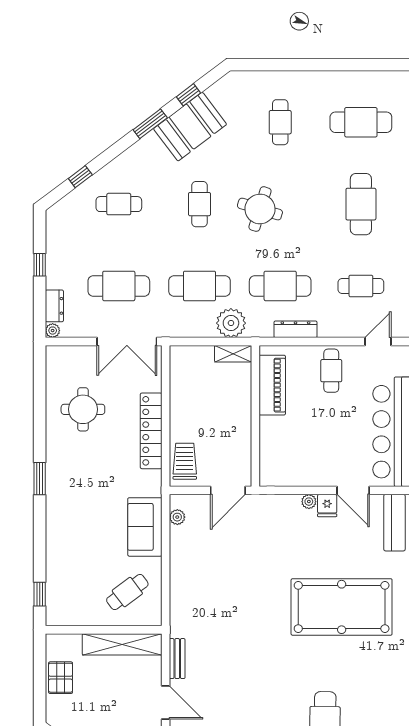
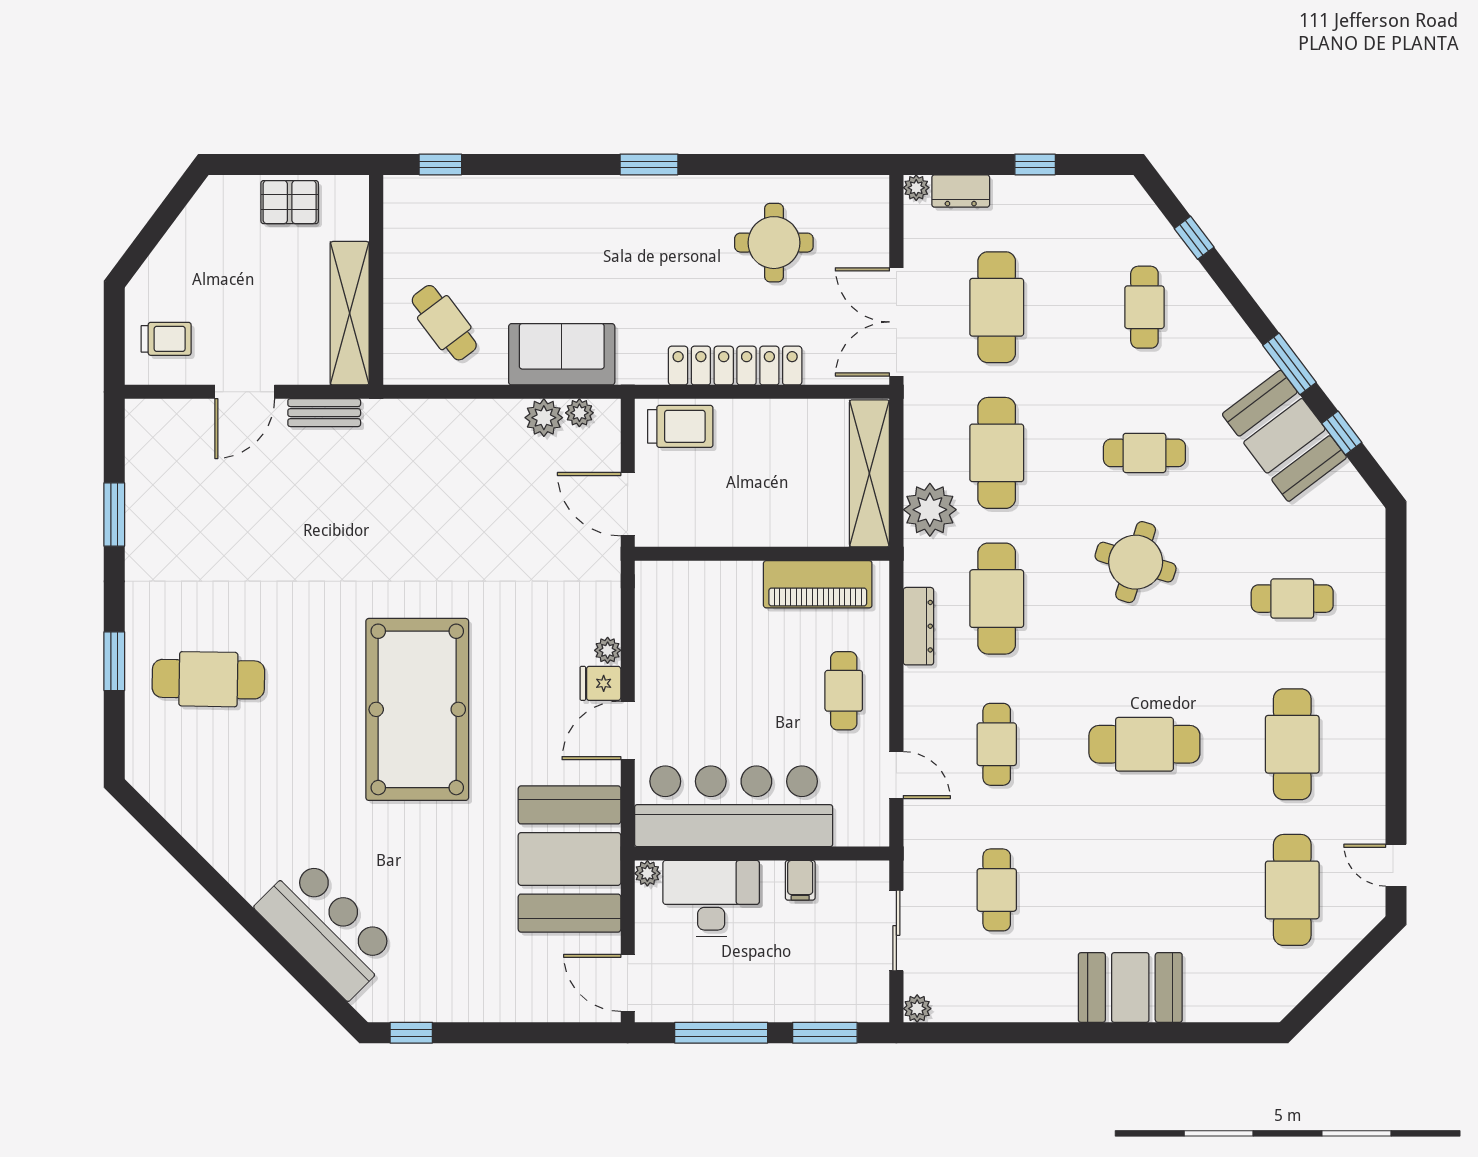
shelving: (233, 354) -> (869, 473), width x2.20, depth x1.33
cafe table: (331, 371) -> (844, 691), turned 90
plant: (180, 537) -> (544, 418), added

